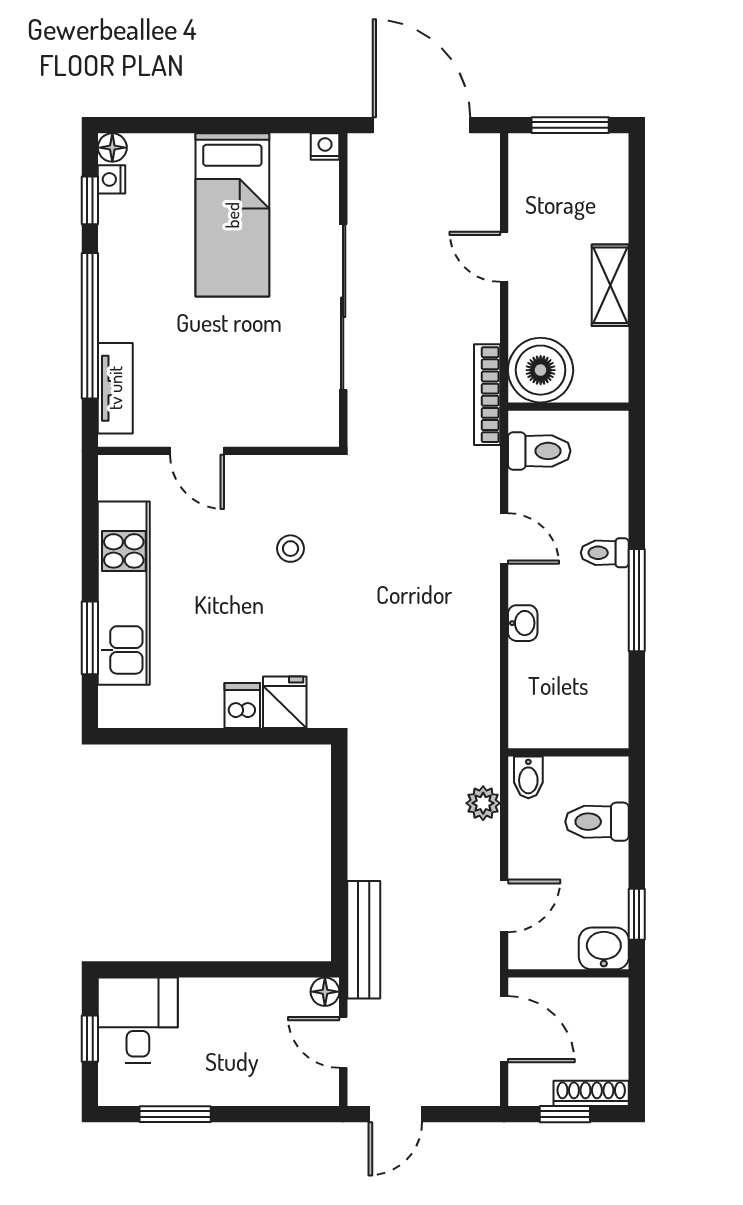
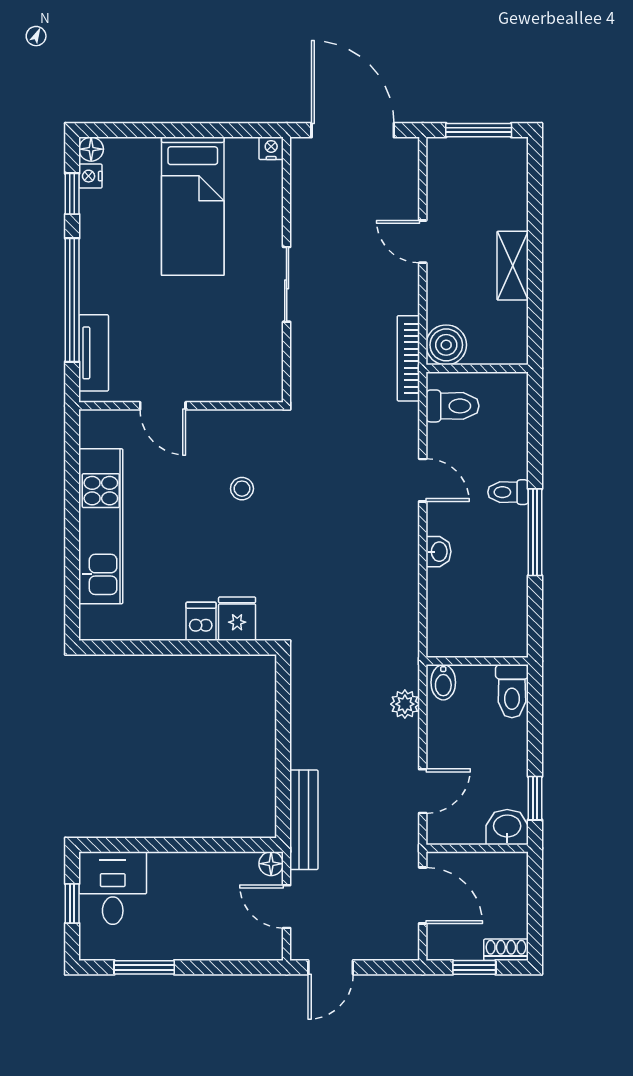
sliding door: (343, 307) -> (287, 284), width x0.54
boiler: (541, 370) -> (446, 345), width x0.73, depth x0.73
window: (90, 638) -> (72, 564), removed
toilet: (597, 822) -> (512, 691), moved, turned -90
shoe rack: (591, 1093) -> (506, 950), width x0.70

